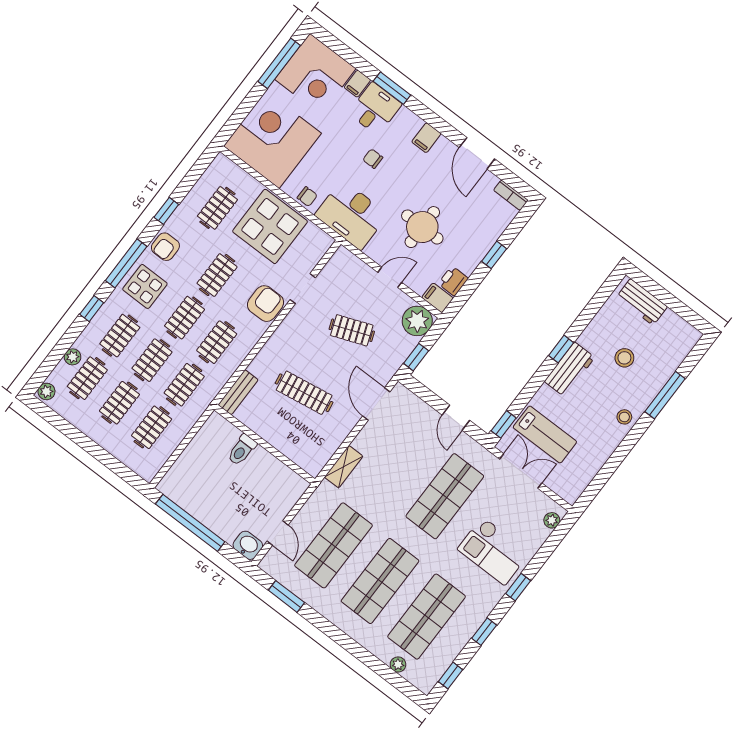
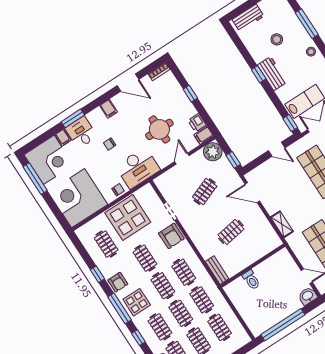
armchair: (266, 304) -> (171, 236), turned 180
clothes rail: (304, 393) -> (231, 232), width x0.73

